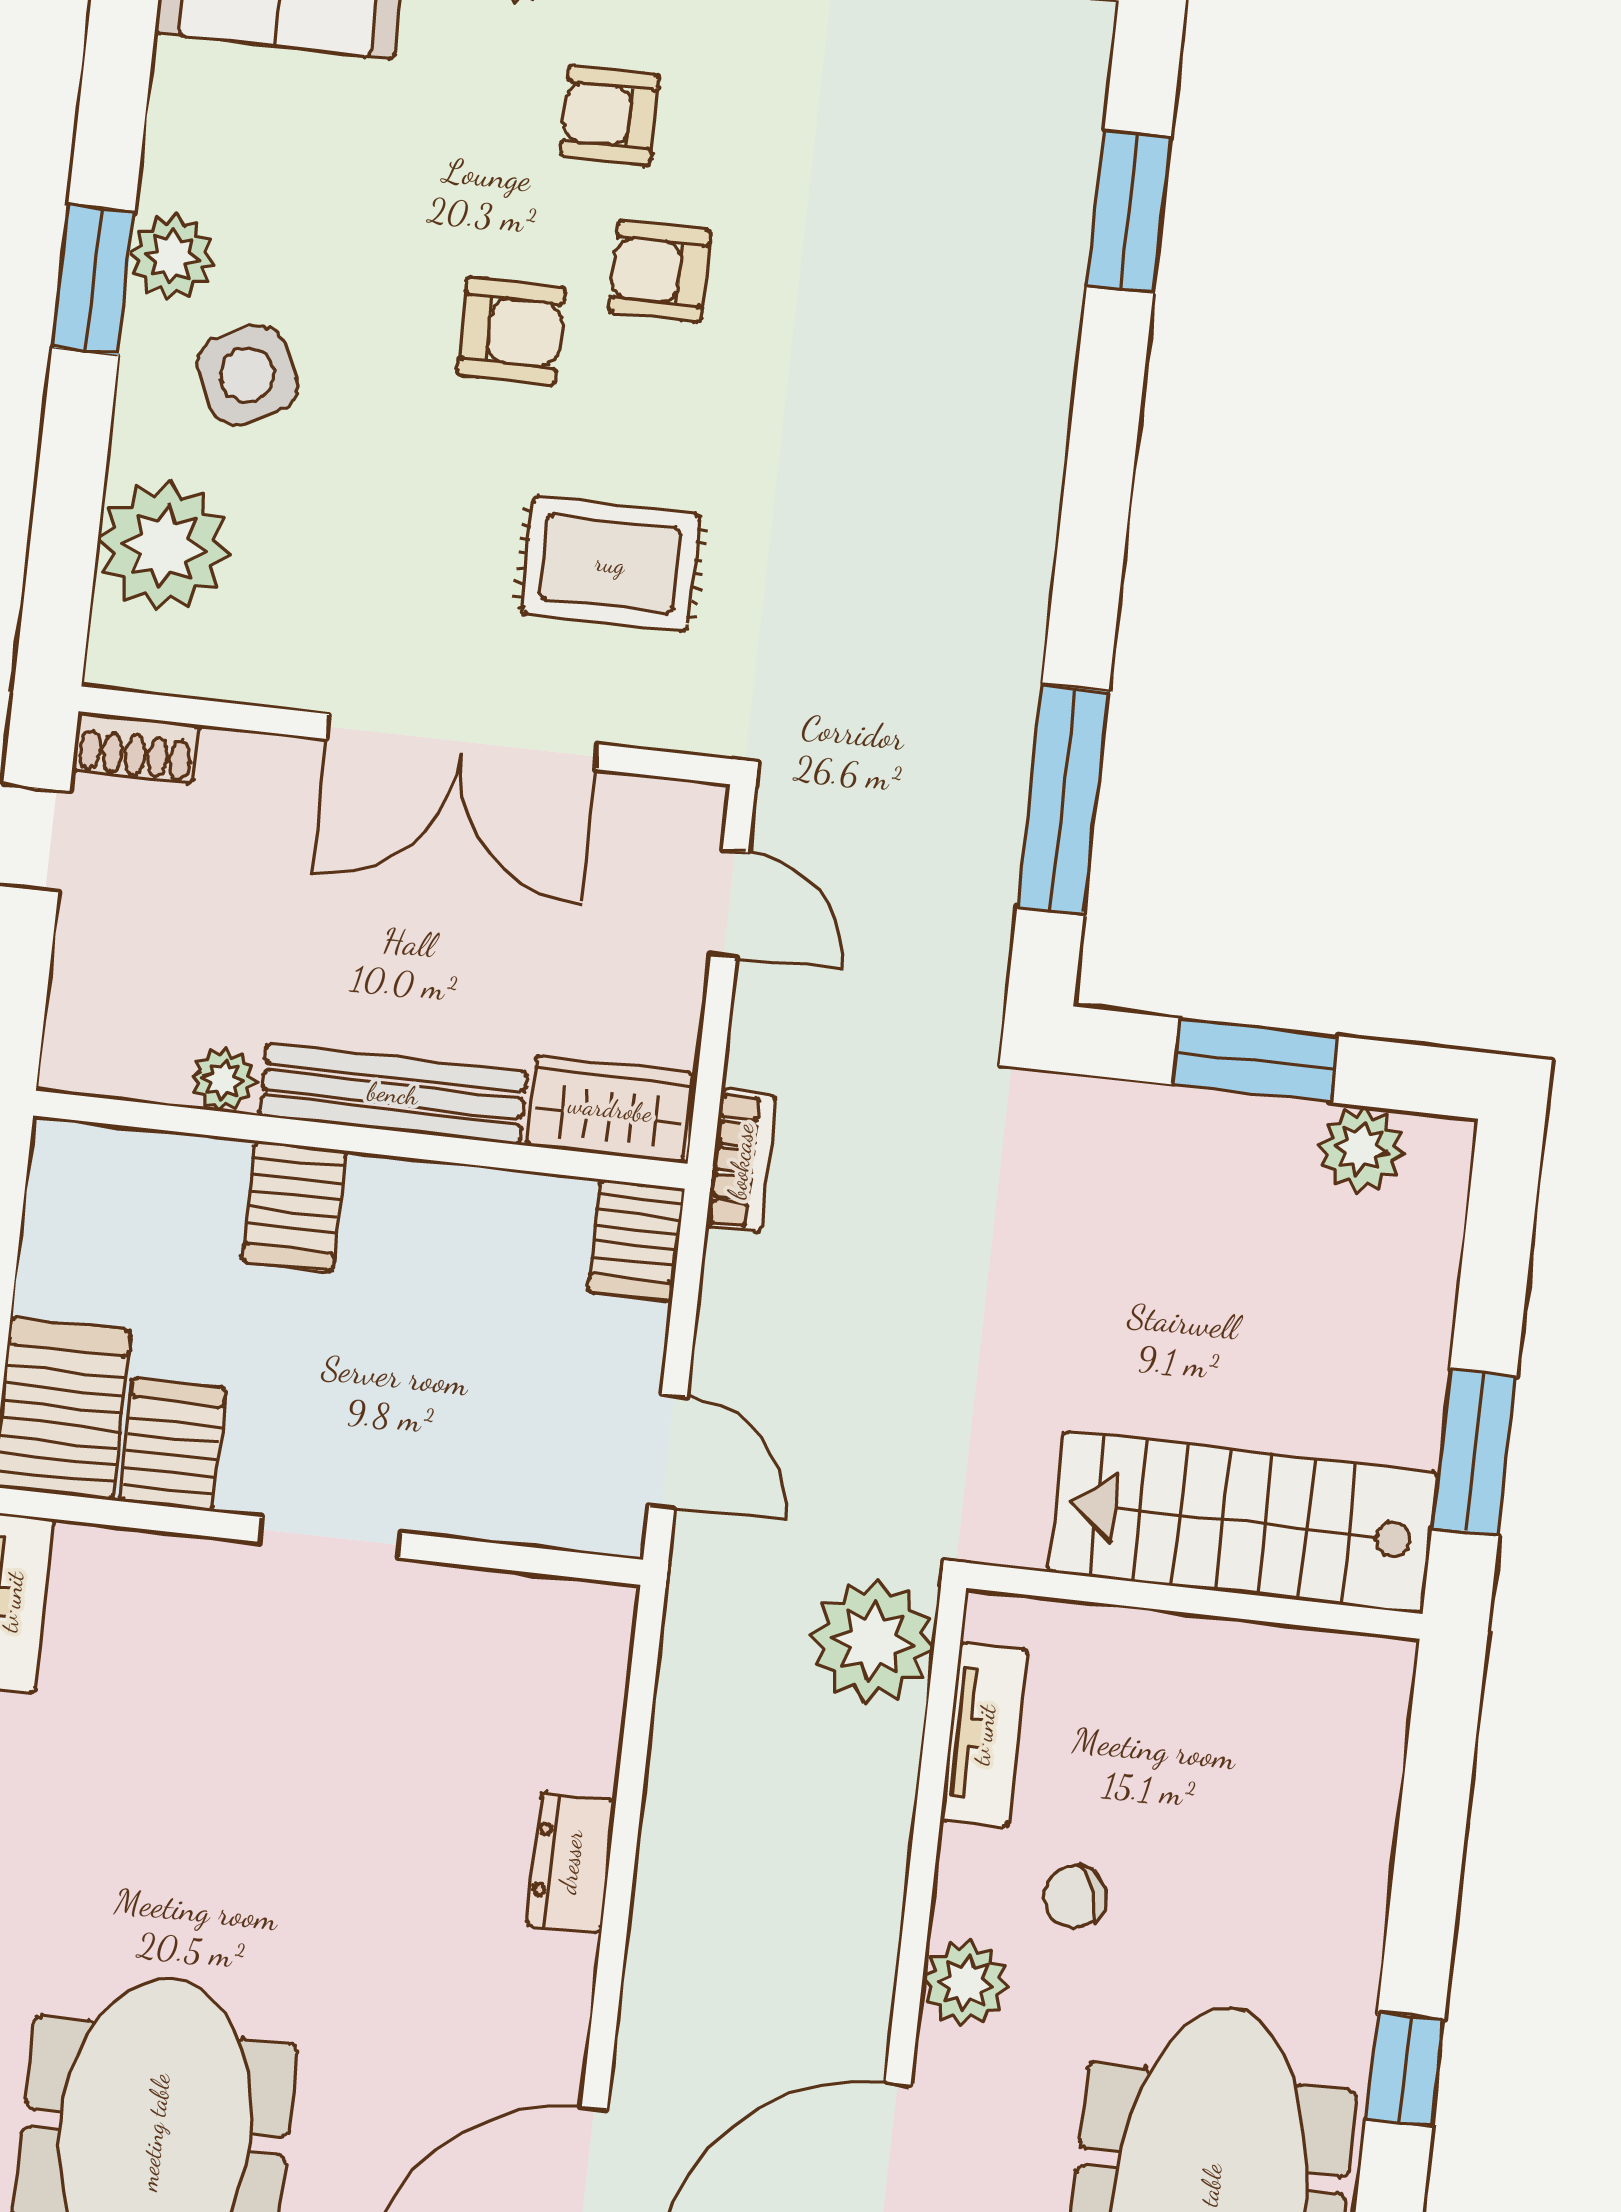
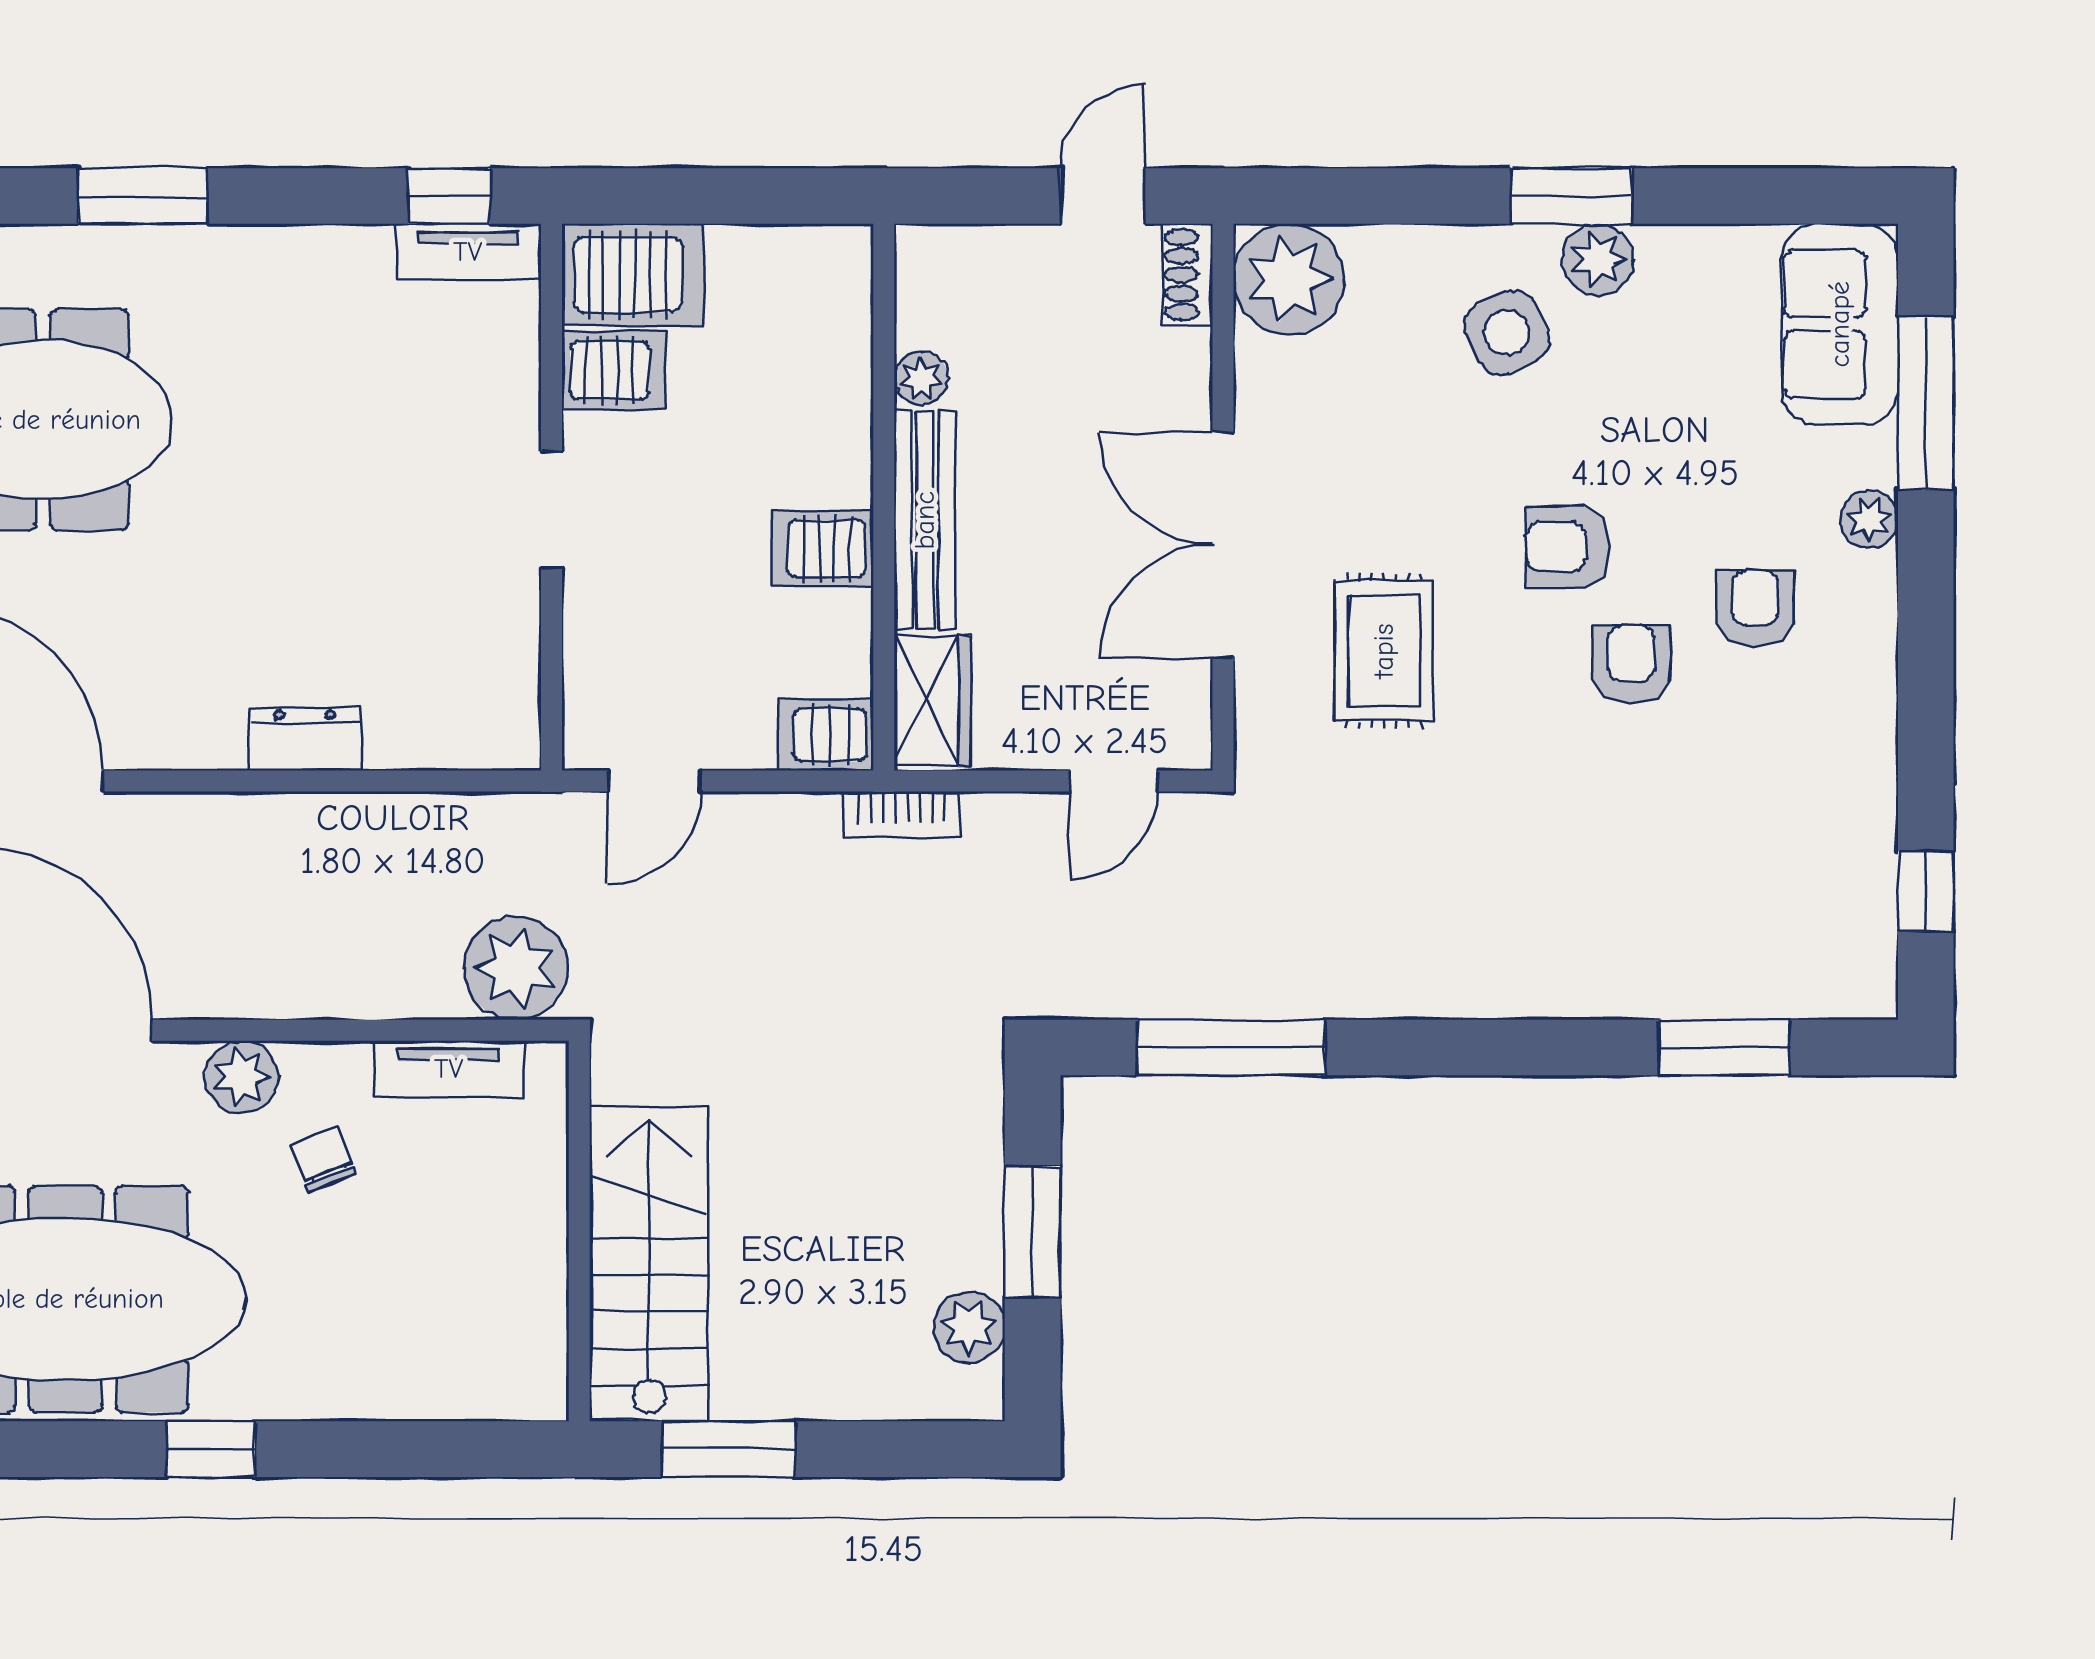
armchair: (511, 331) -> (1568, 547), turned 90
plant: (164, 547) -> (1289, 279), moved
server rack: (294, 1206) -> (823, 548), moved

